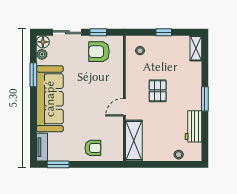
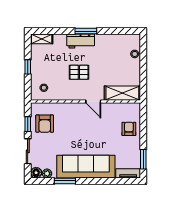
workbench: (193, 126) -> (81, 41), moved

